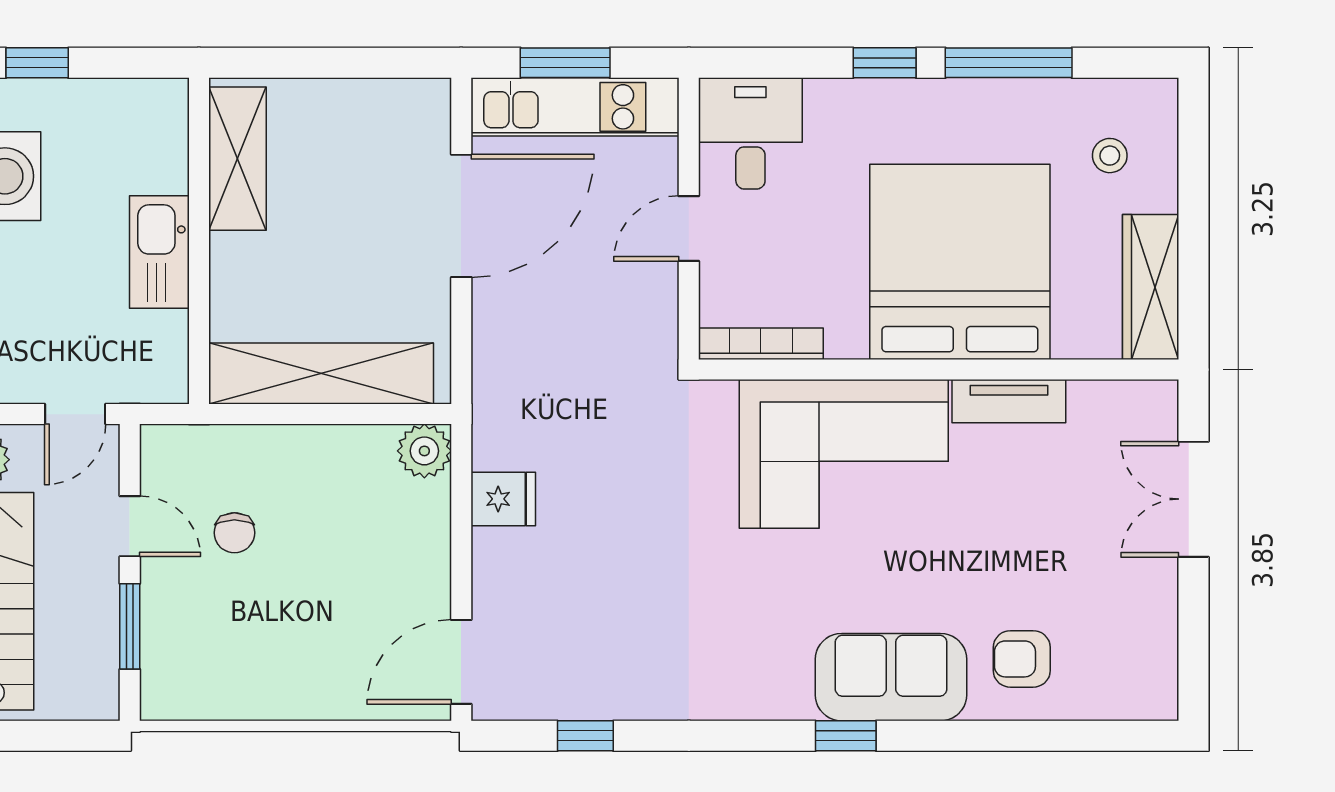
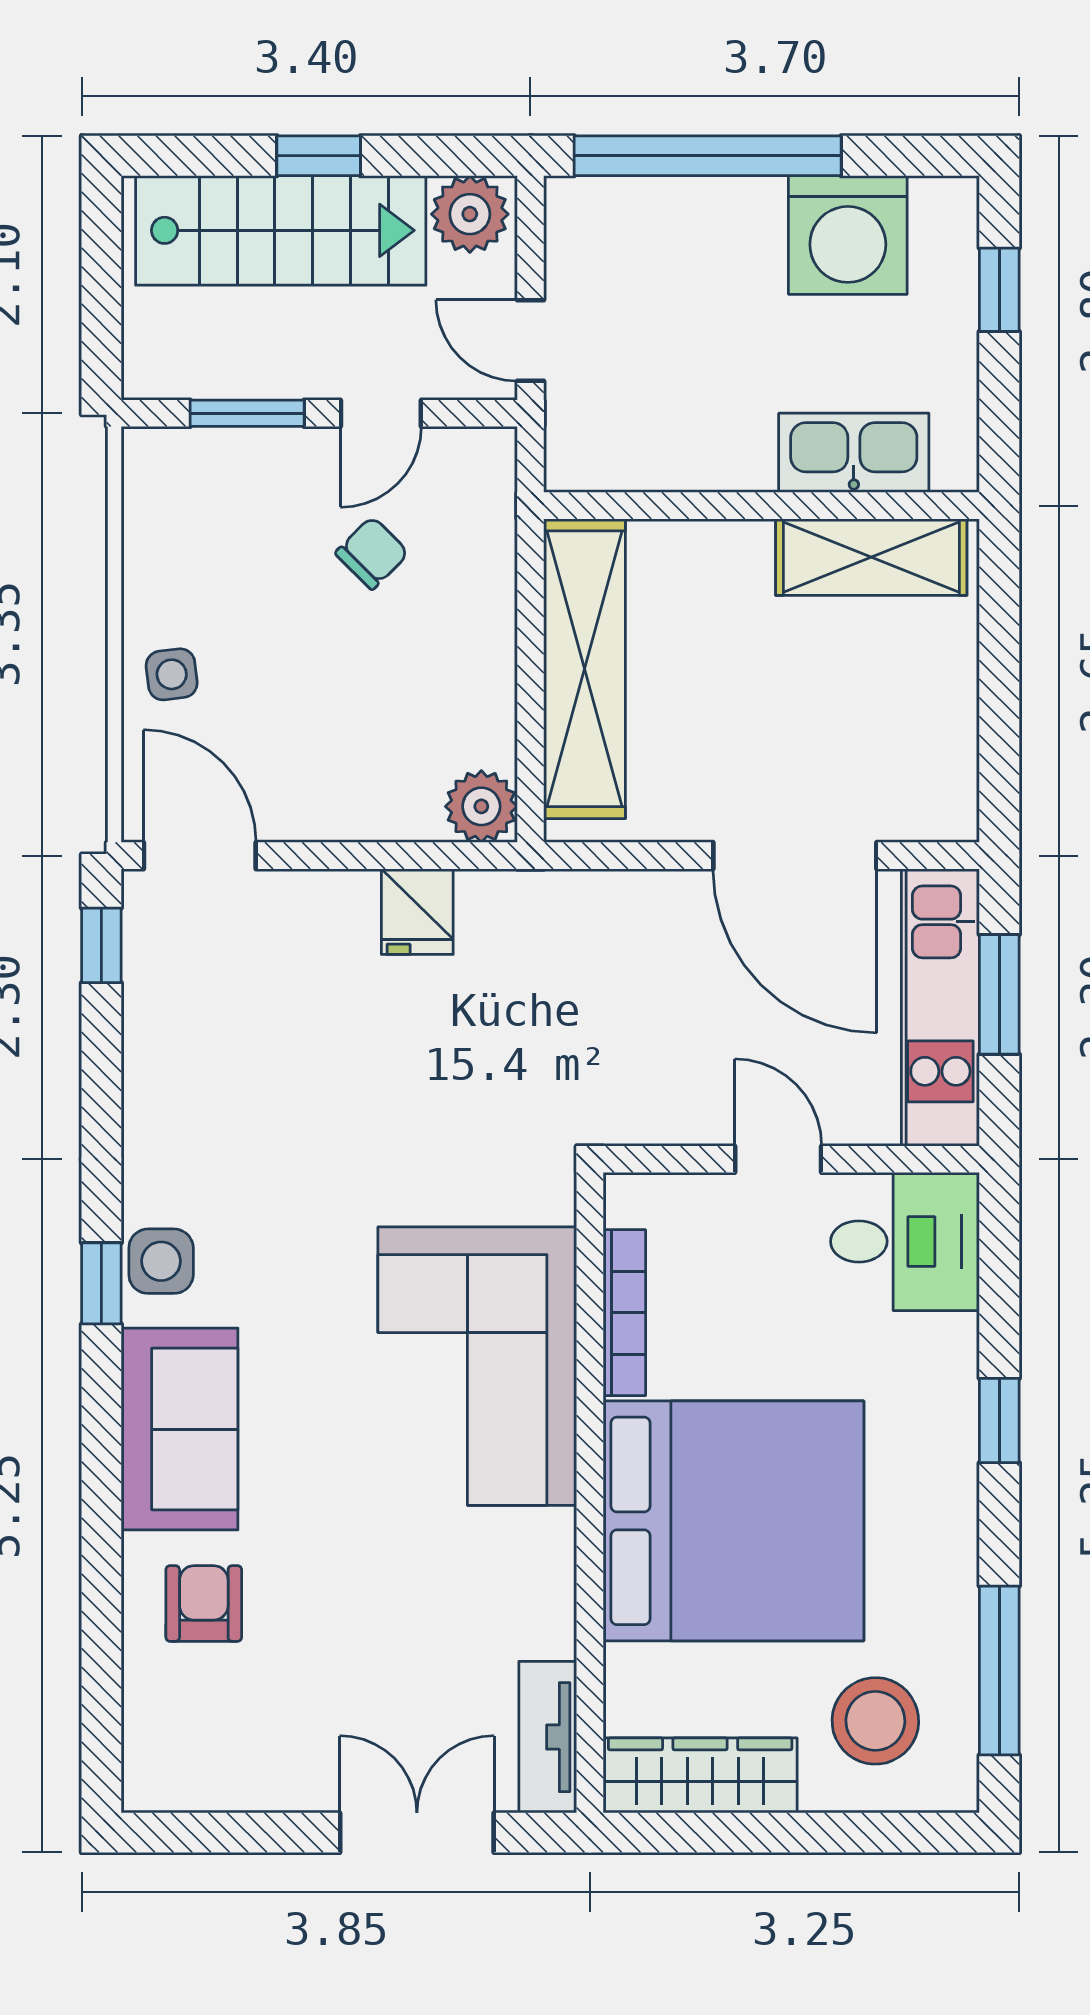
window: (1009, 63) -> (999, 1671), moved
stool: (1110, 156) -> (875, 1721), width x1.89, depth x1.89
kitchen sink: (159, 252) -> (854, 453), moved
bookcase: (761, 344) -> (624, 1313), moved
tv unit: (1009, 401) -> (548, 1737), moved
chair: (234, 533) -> (372, 553), turned 135
side table: (325, 683) -> (172, 674), added
side table: (765, 691) -> (161, 1261), added
window: (585, 736) -> (101, 945), moved
window: (846, 736) -> (101, 1283), moved

